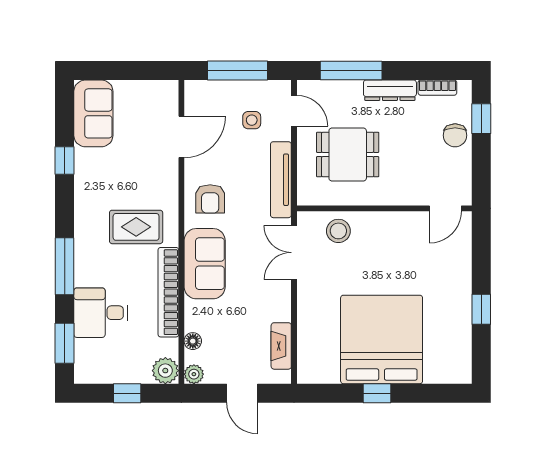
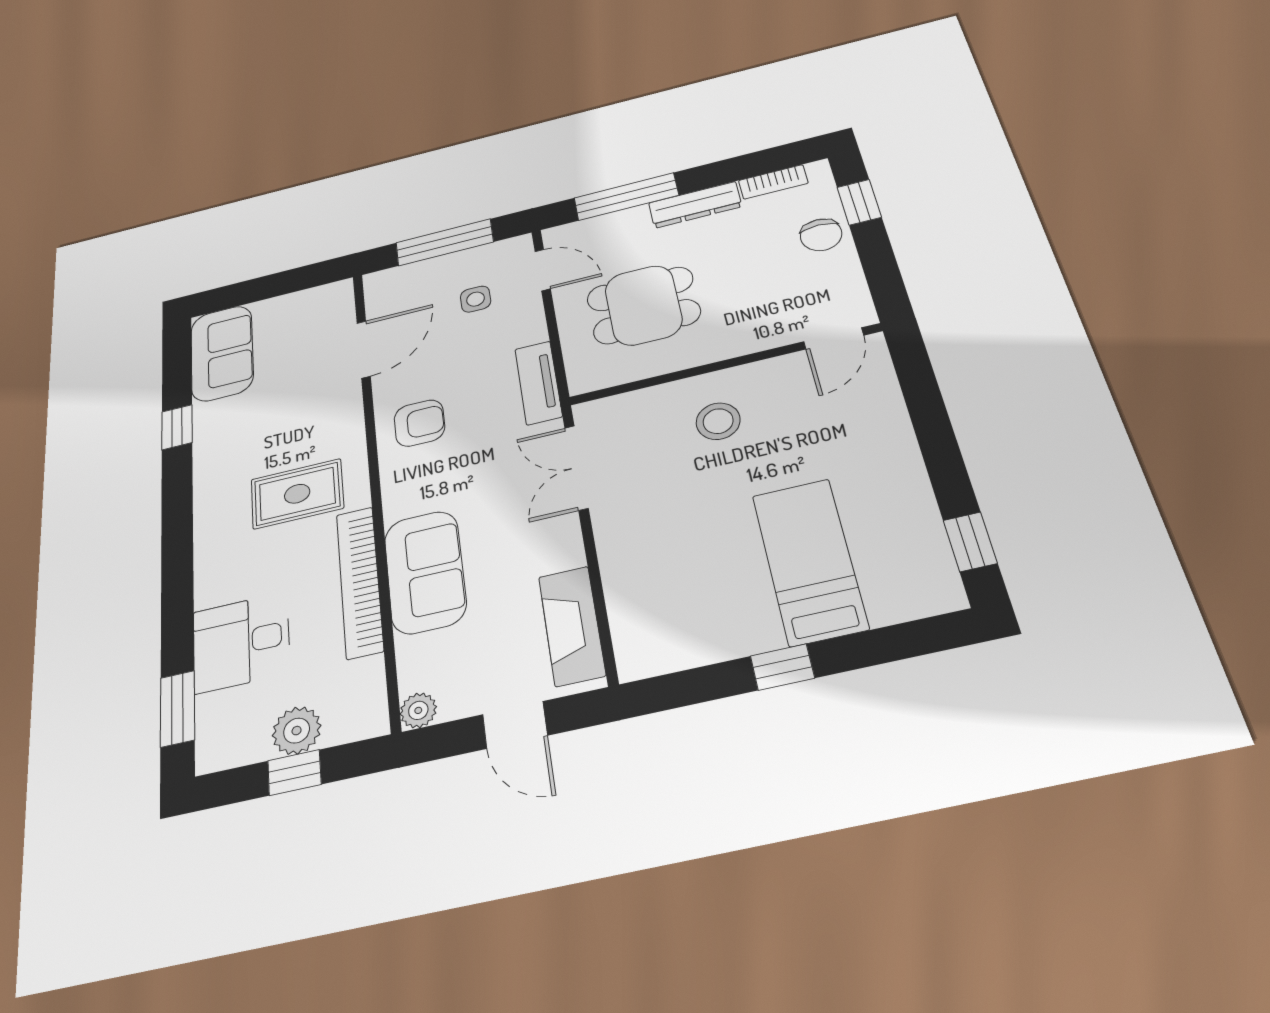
tv unit: (281, 180) -> (538, 383), width x0.71
armchair: (210, 199) -> (419, 423), turned -90
stool: (338, 231) -> (718, 421), moved
sofa: (205, 264) -> (425, 572), moved
window: (65, 266) -> (177, 582), removed
window: (481, 309) -> (970, 542), moved
bed: (382, 339) -> (809, 561), width x0.49
floor lamp: (193, 341) -> (411, 653), removed
fireplace: (281, 346) -> (572, 626), width x1.37, depth x1.32
plant: (165, 371) -> (297, 731), moved

